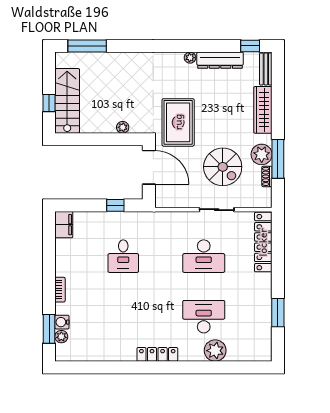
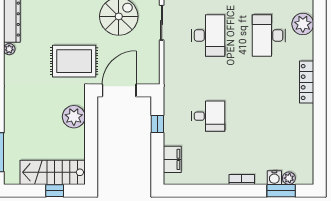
plant: (123, 127) -> (74, 117), width x1.88, depth x1.88
filing cabinet: (64, 225) -> (172, 159), moved, turned 90

